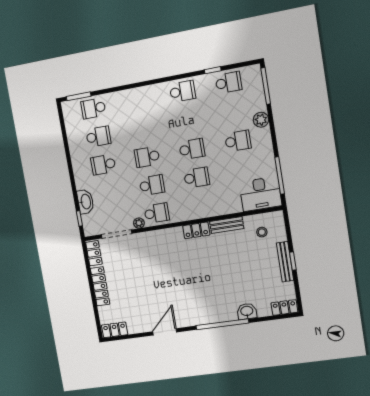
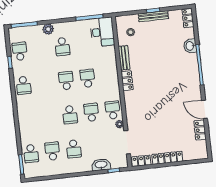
school desk: (182, 91) -> (23, 85), turned 180
school desk: (238, 141) -> (62, 47), turned 180
locker: (115, 330) -> (200, 130), moved

